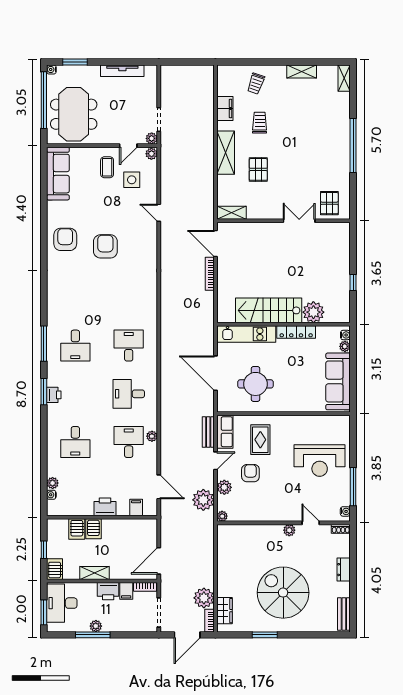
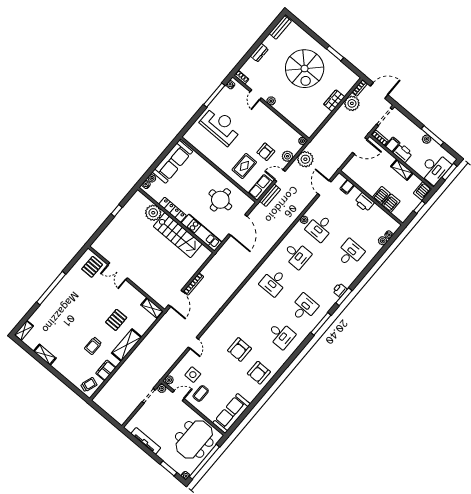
trolley: (256, 84) -> (89, 385), moved
desk: (75, 297) -> (281, 335), added
wardrobe: (225, 611) -> (334, 101), moved

